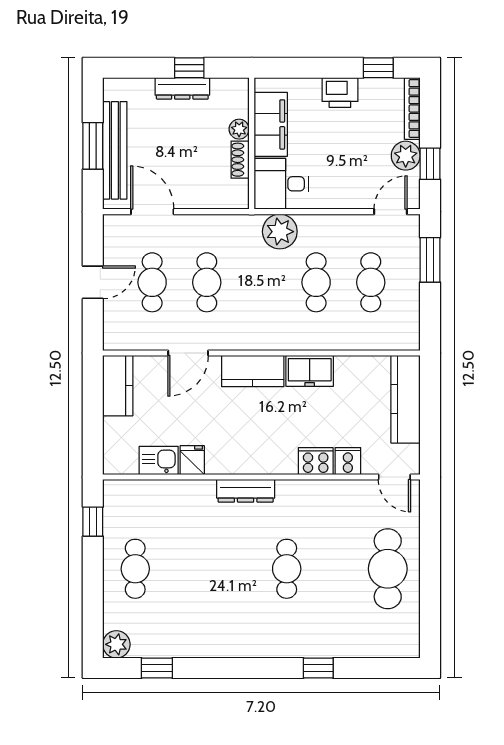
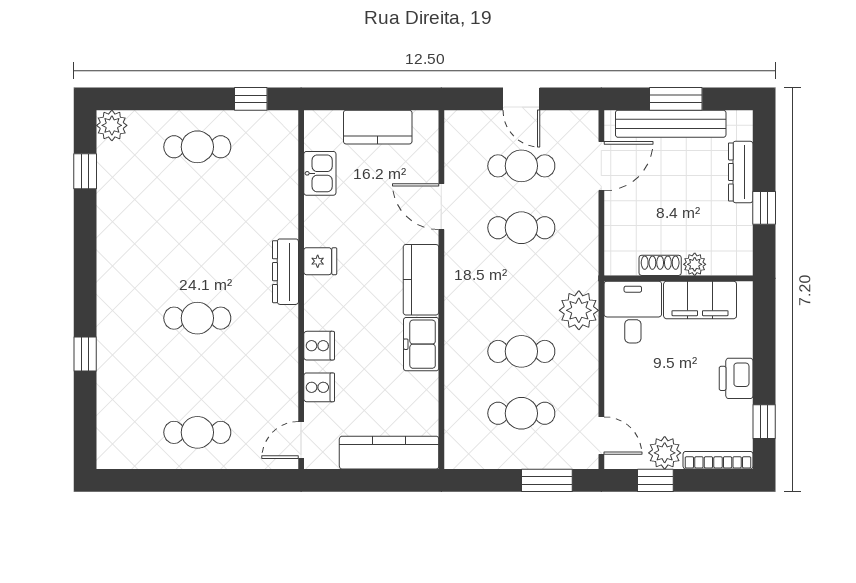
dresser: (182, 88) -> (741, 172), moved
kitchen counter: (118, 386) -> (378, 127), moved
fridge: (192, 460) -> (320, 261), moved
cooker: (316, 461) -> (319, 346), width x0.73
cafe table: (388, 569) -> (197, 432), width x0.73, depth x0.74

